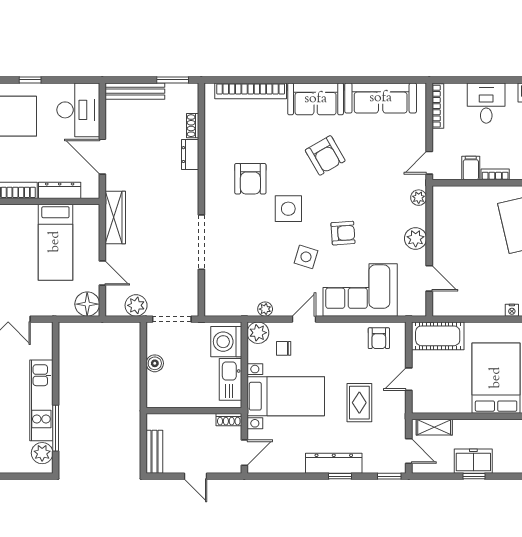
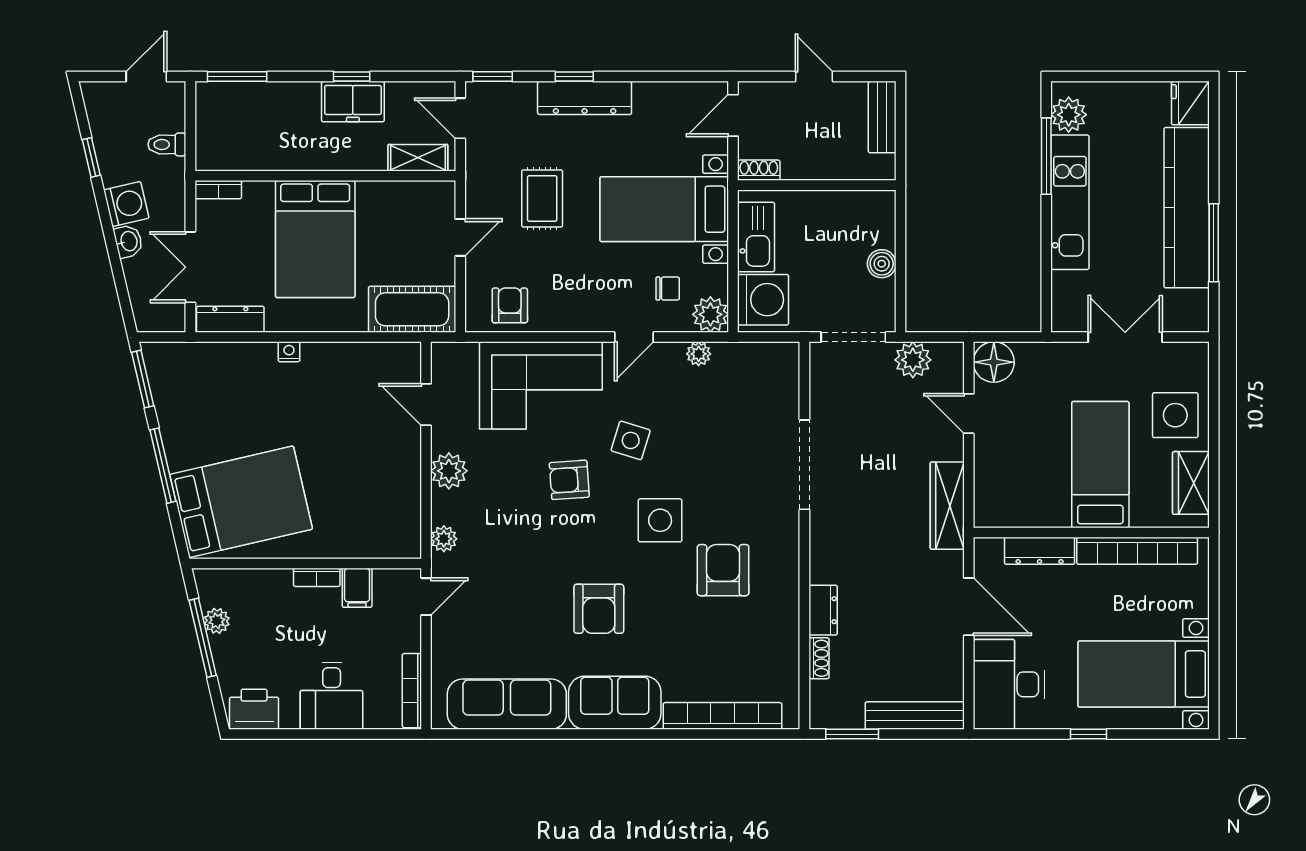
armchair: (325, 155) -> (599, 609), turned -150
bed: (55, 242) -> (1100, 465), moved

